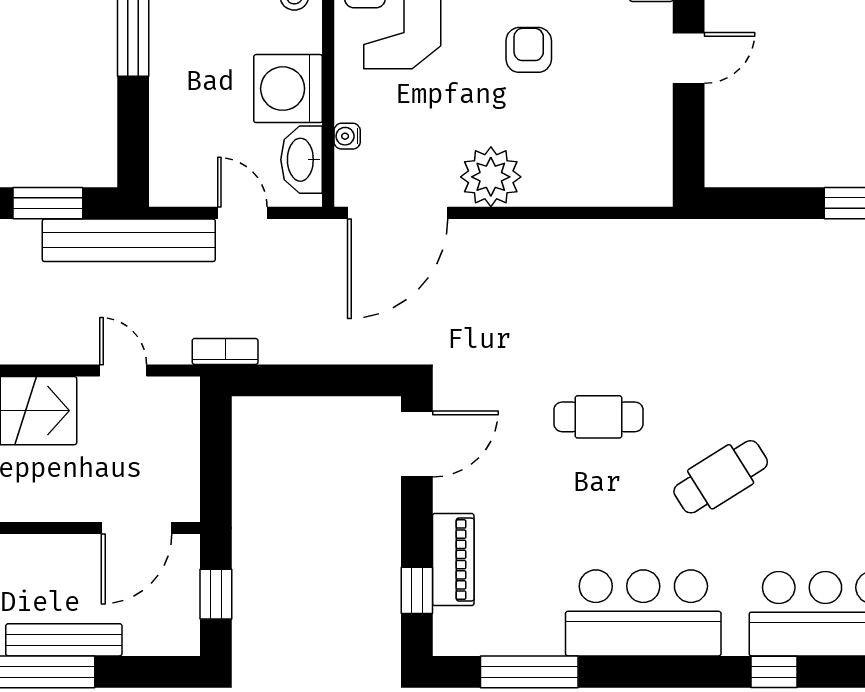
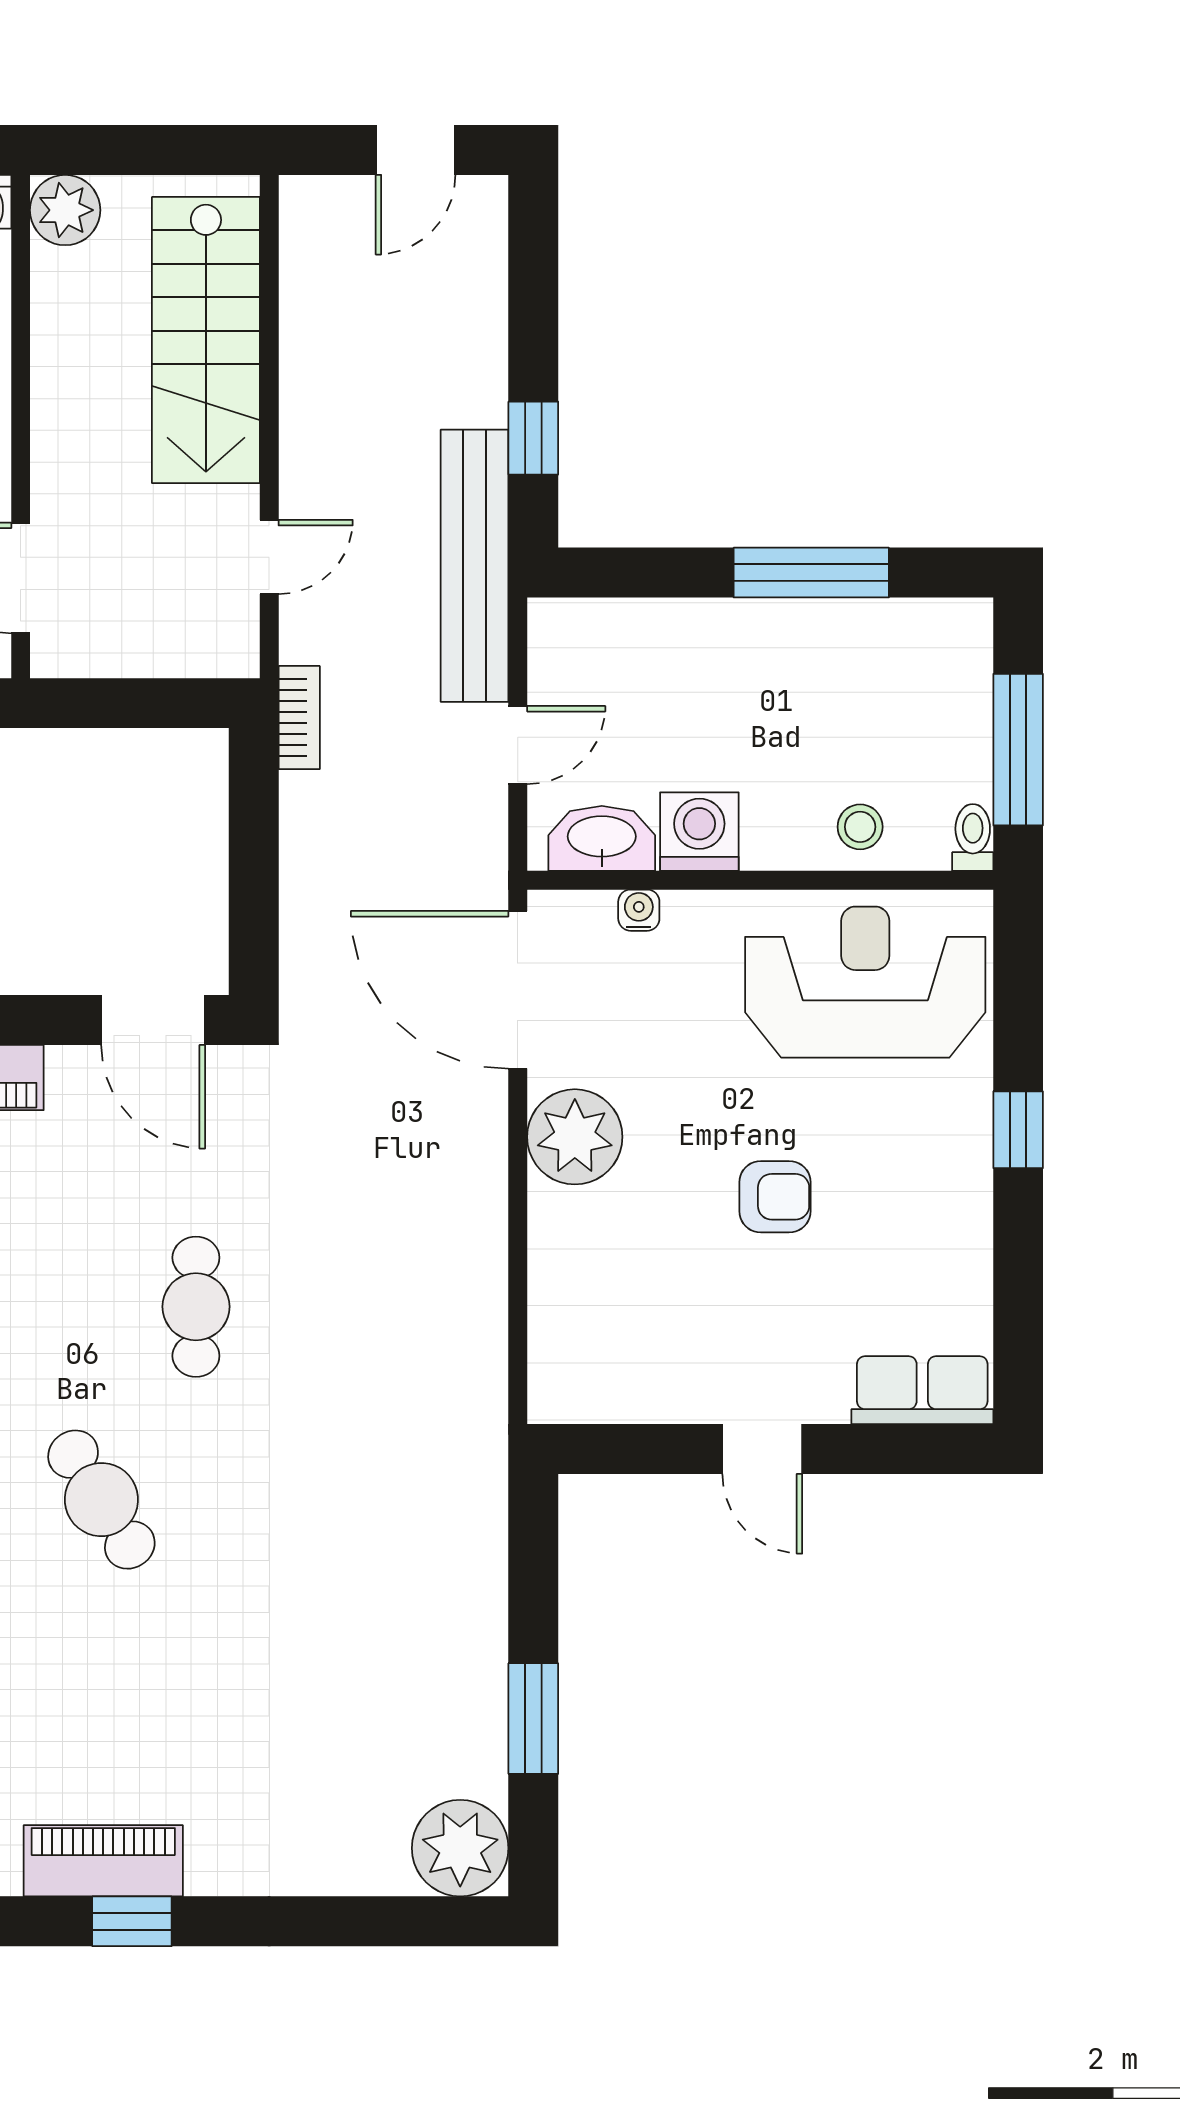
washing machine: (288, 89) -> (699, 832), width x0.73, depth x0.73
window: (48, 203) -> (533, 438), width x0.67

